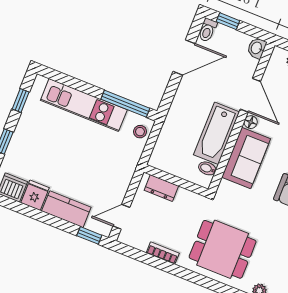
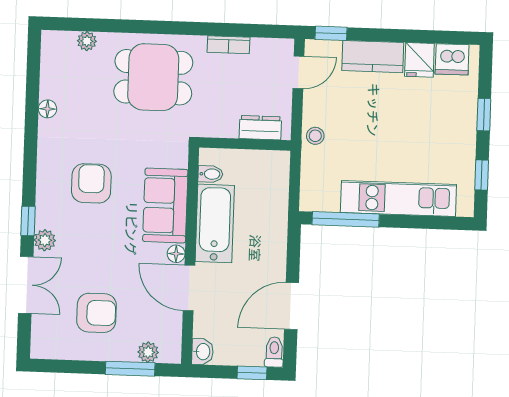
stool: (140, 132) -> (315, 136), moved

